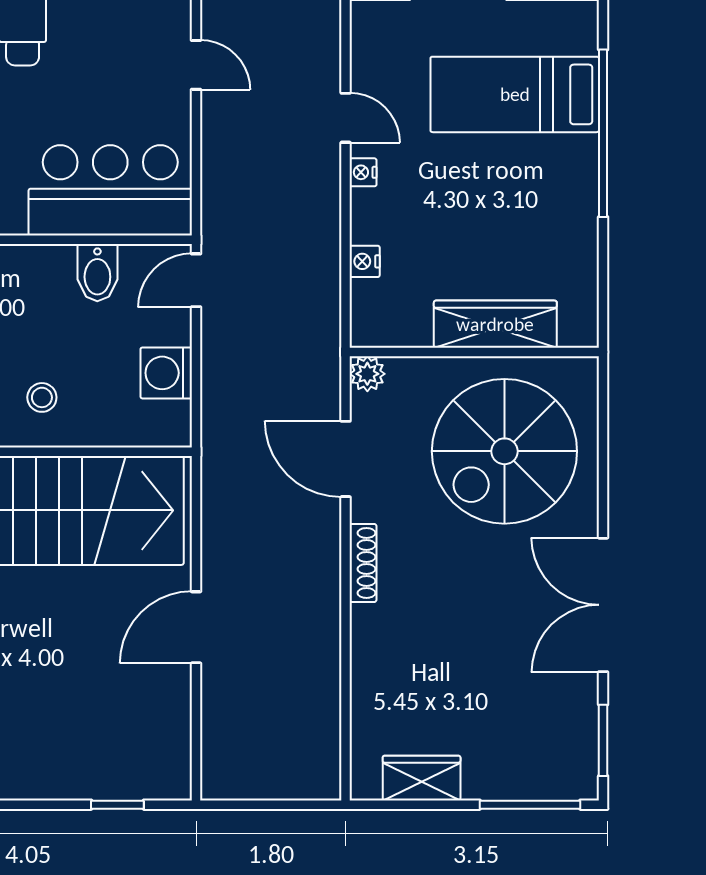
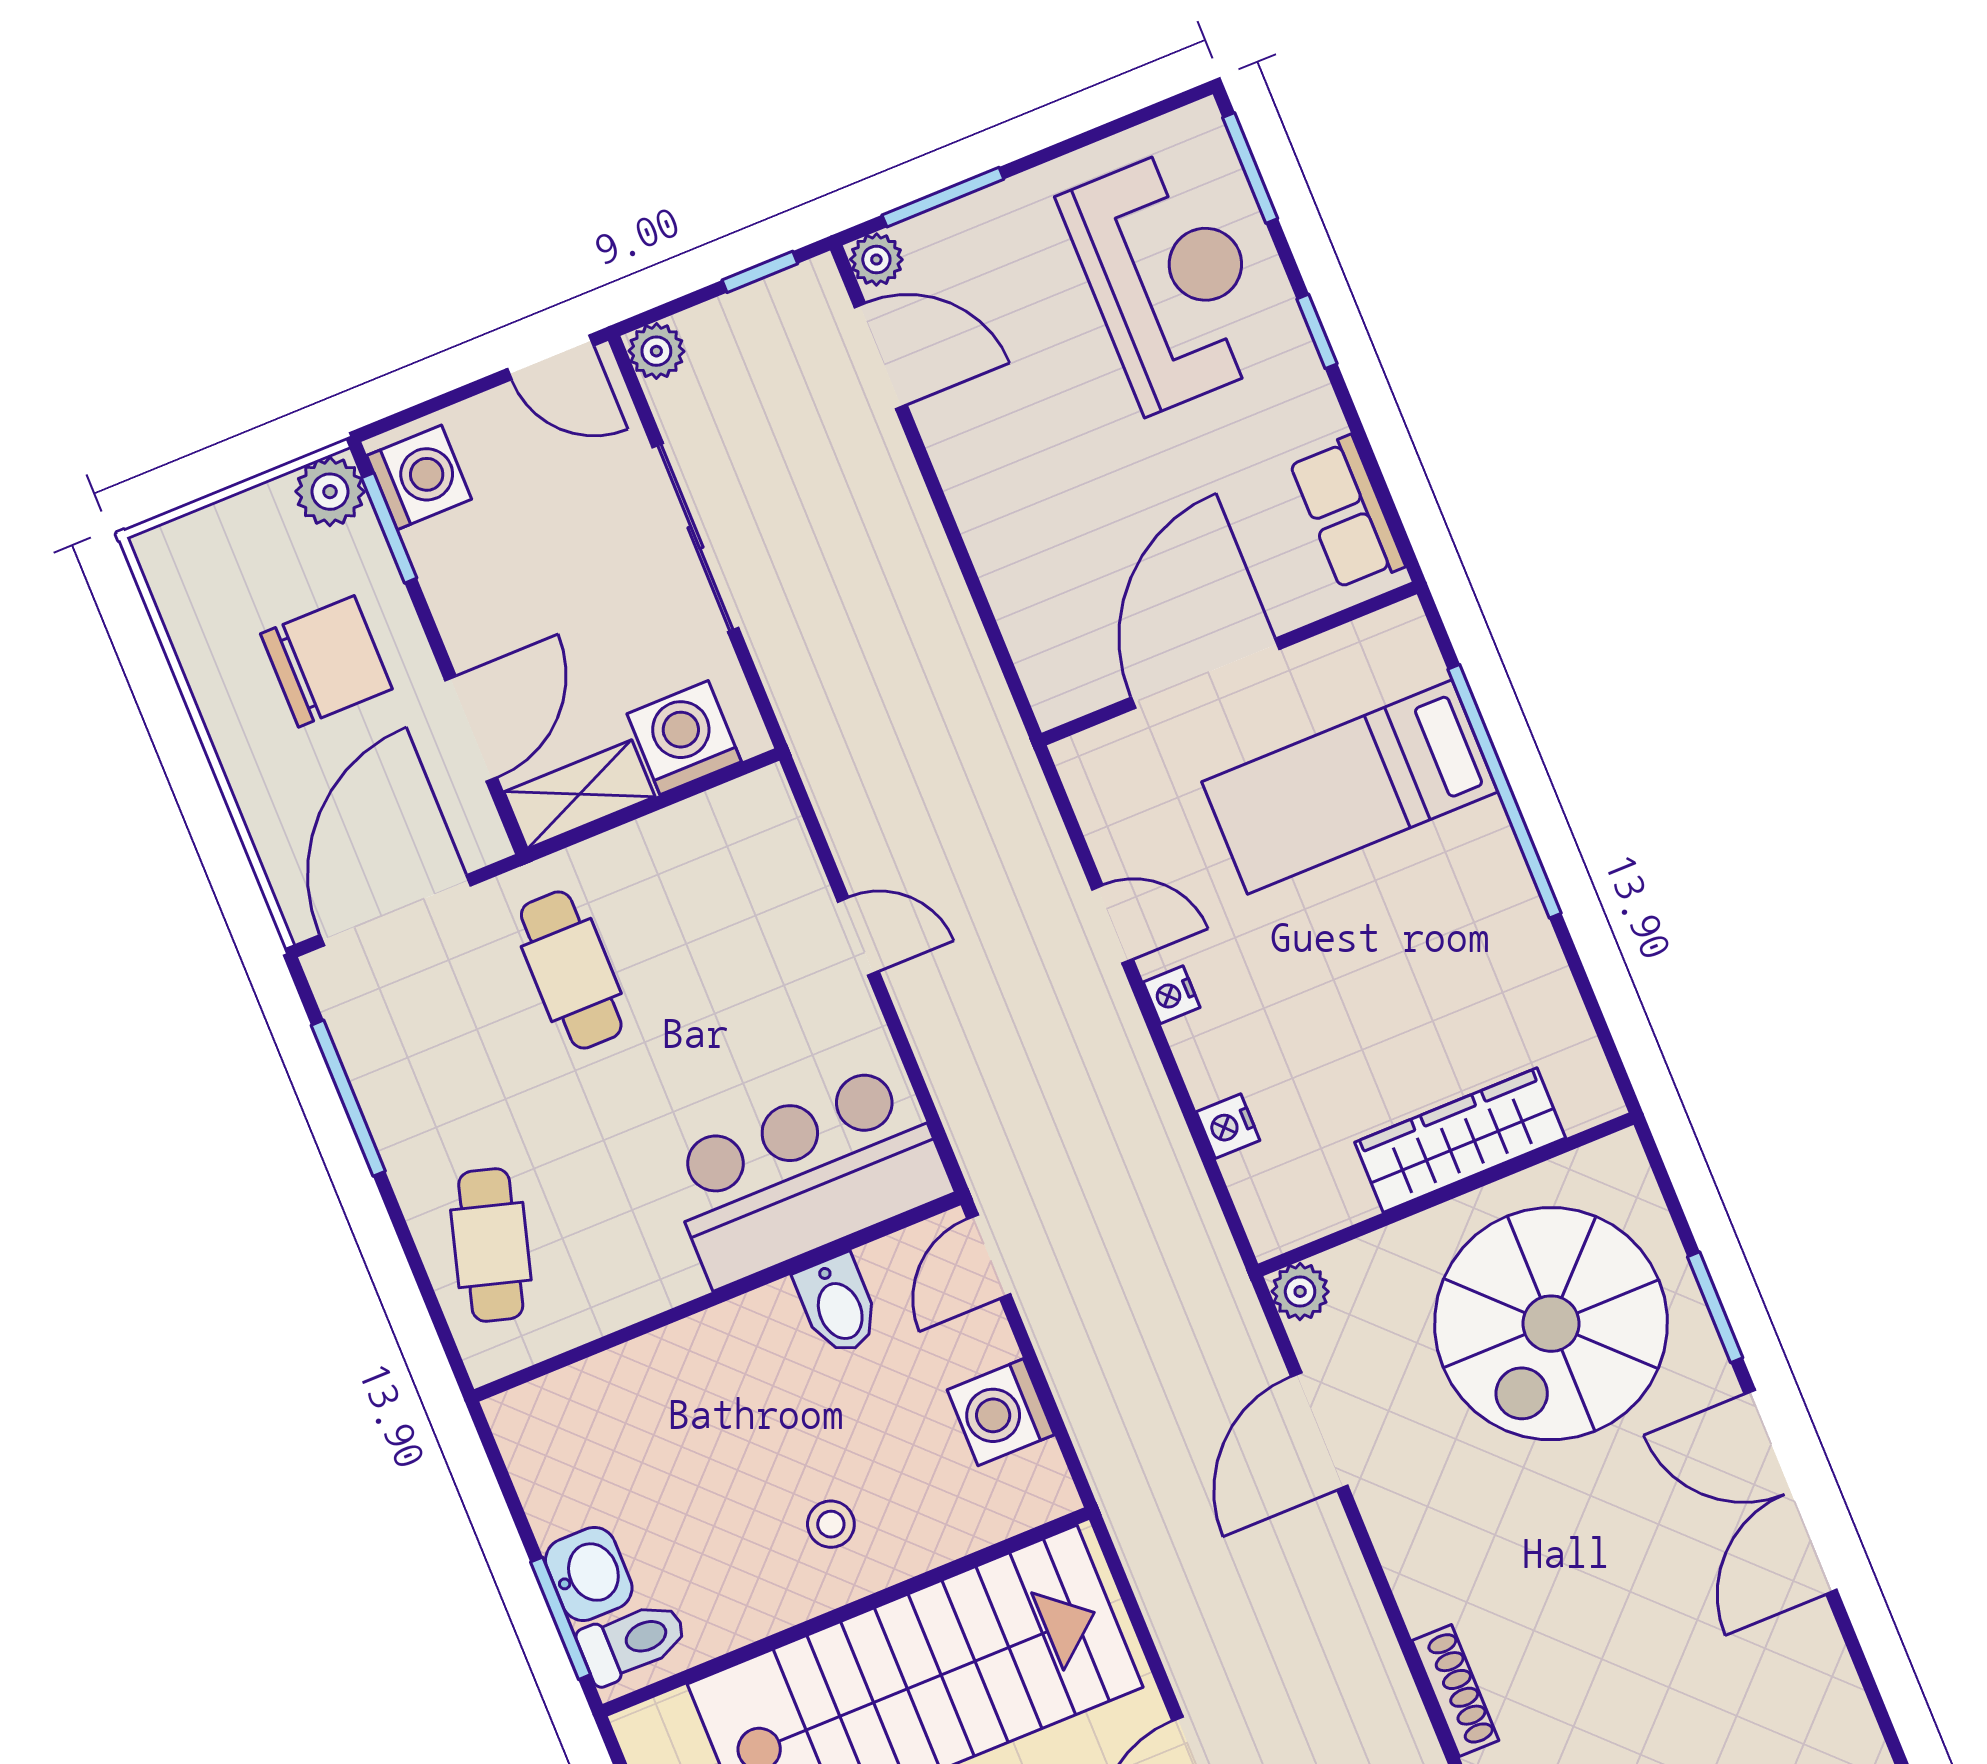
door: (346, 459) -> (1319, 1431), hinge flipped
shoe rack: (363, 563) -> (1455, 1690), moved
window: (603, 740) -> (1715, 1307), moved

